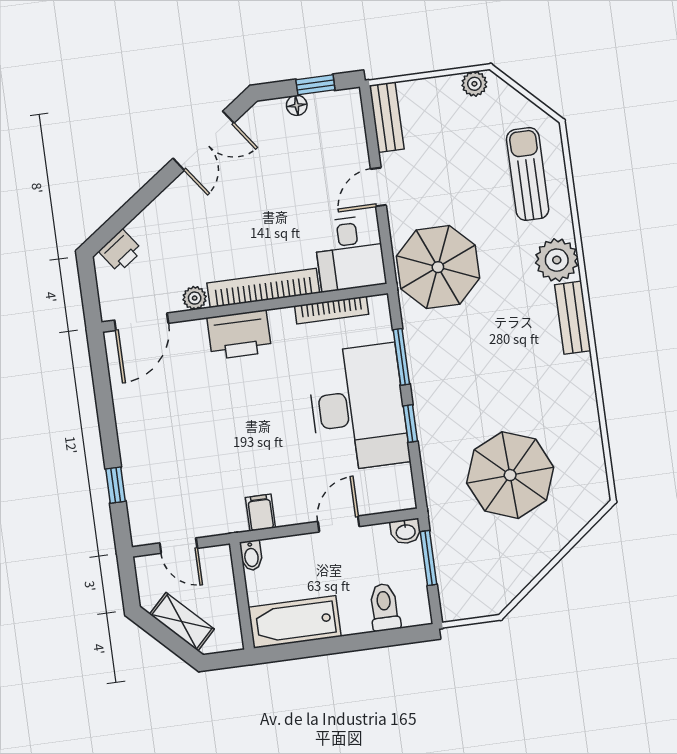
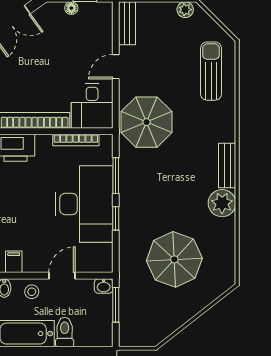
plant: (557, 260) -> (222, 203), moved
stool: (295, 555) -> (32, 292), added
toilet: (384, 607) -> (65, 332), moved

